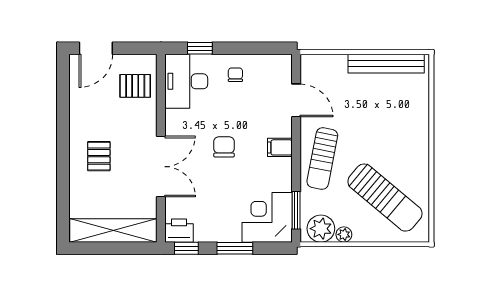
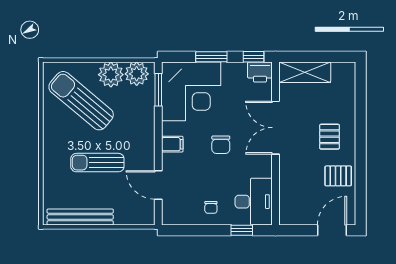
pallet: (135, 86) -> (338, 176), moved
sun lounger: (322, 159) -> (97, 163), moved, turned -101
corner desk: (267, 217) -> (191, 91), width x1.36, depth x1.36
shelving: (113, 230) -> (305, 72), width x0.68
plant: (344, 234) -> (111, 75), width x1.88, depth x1.88

